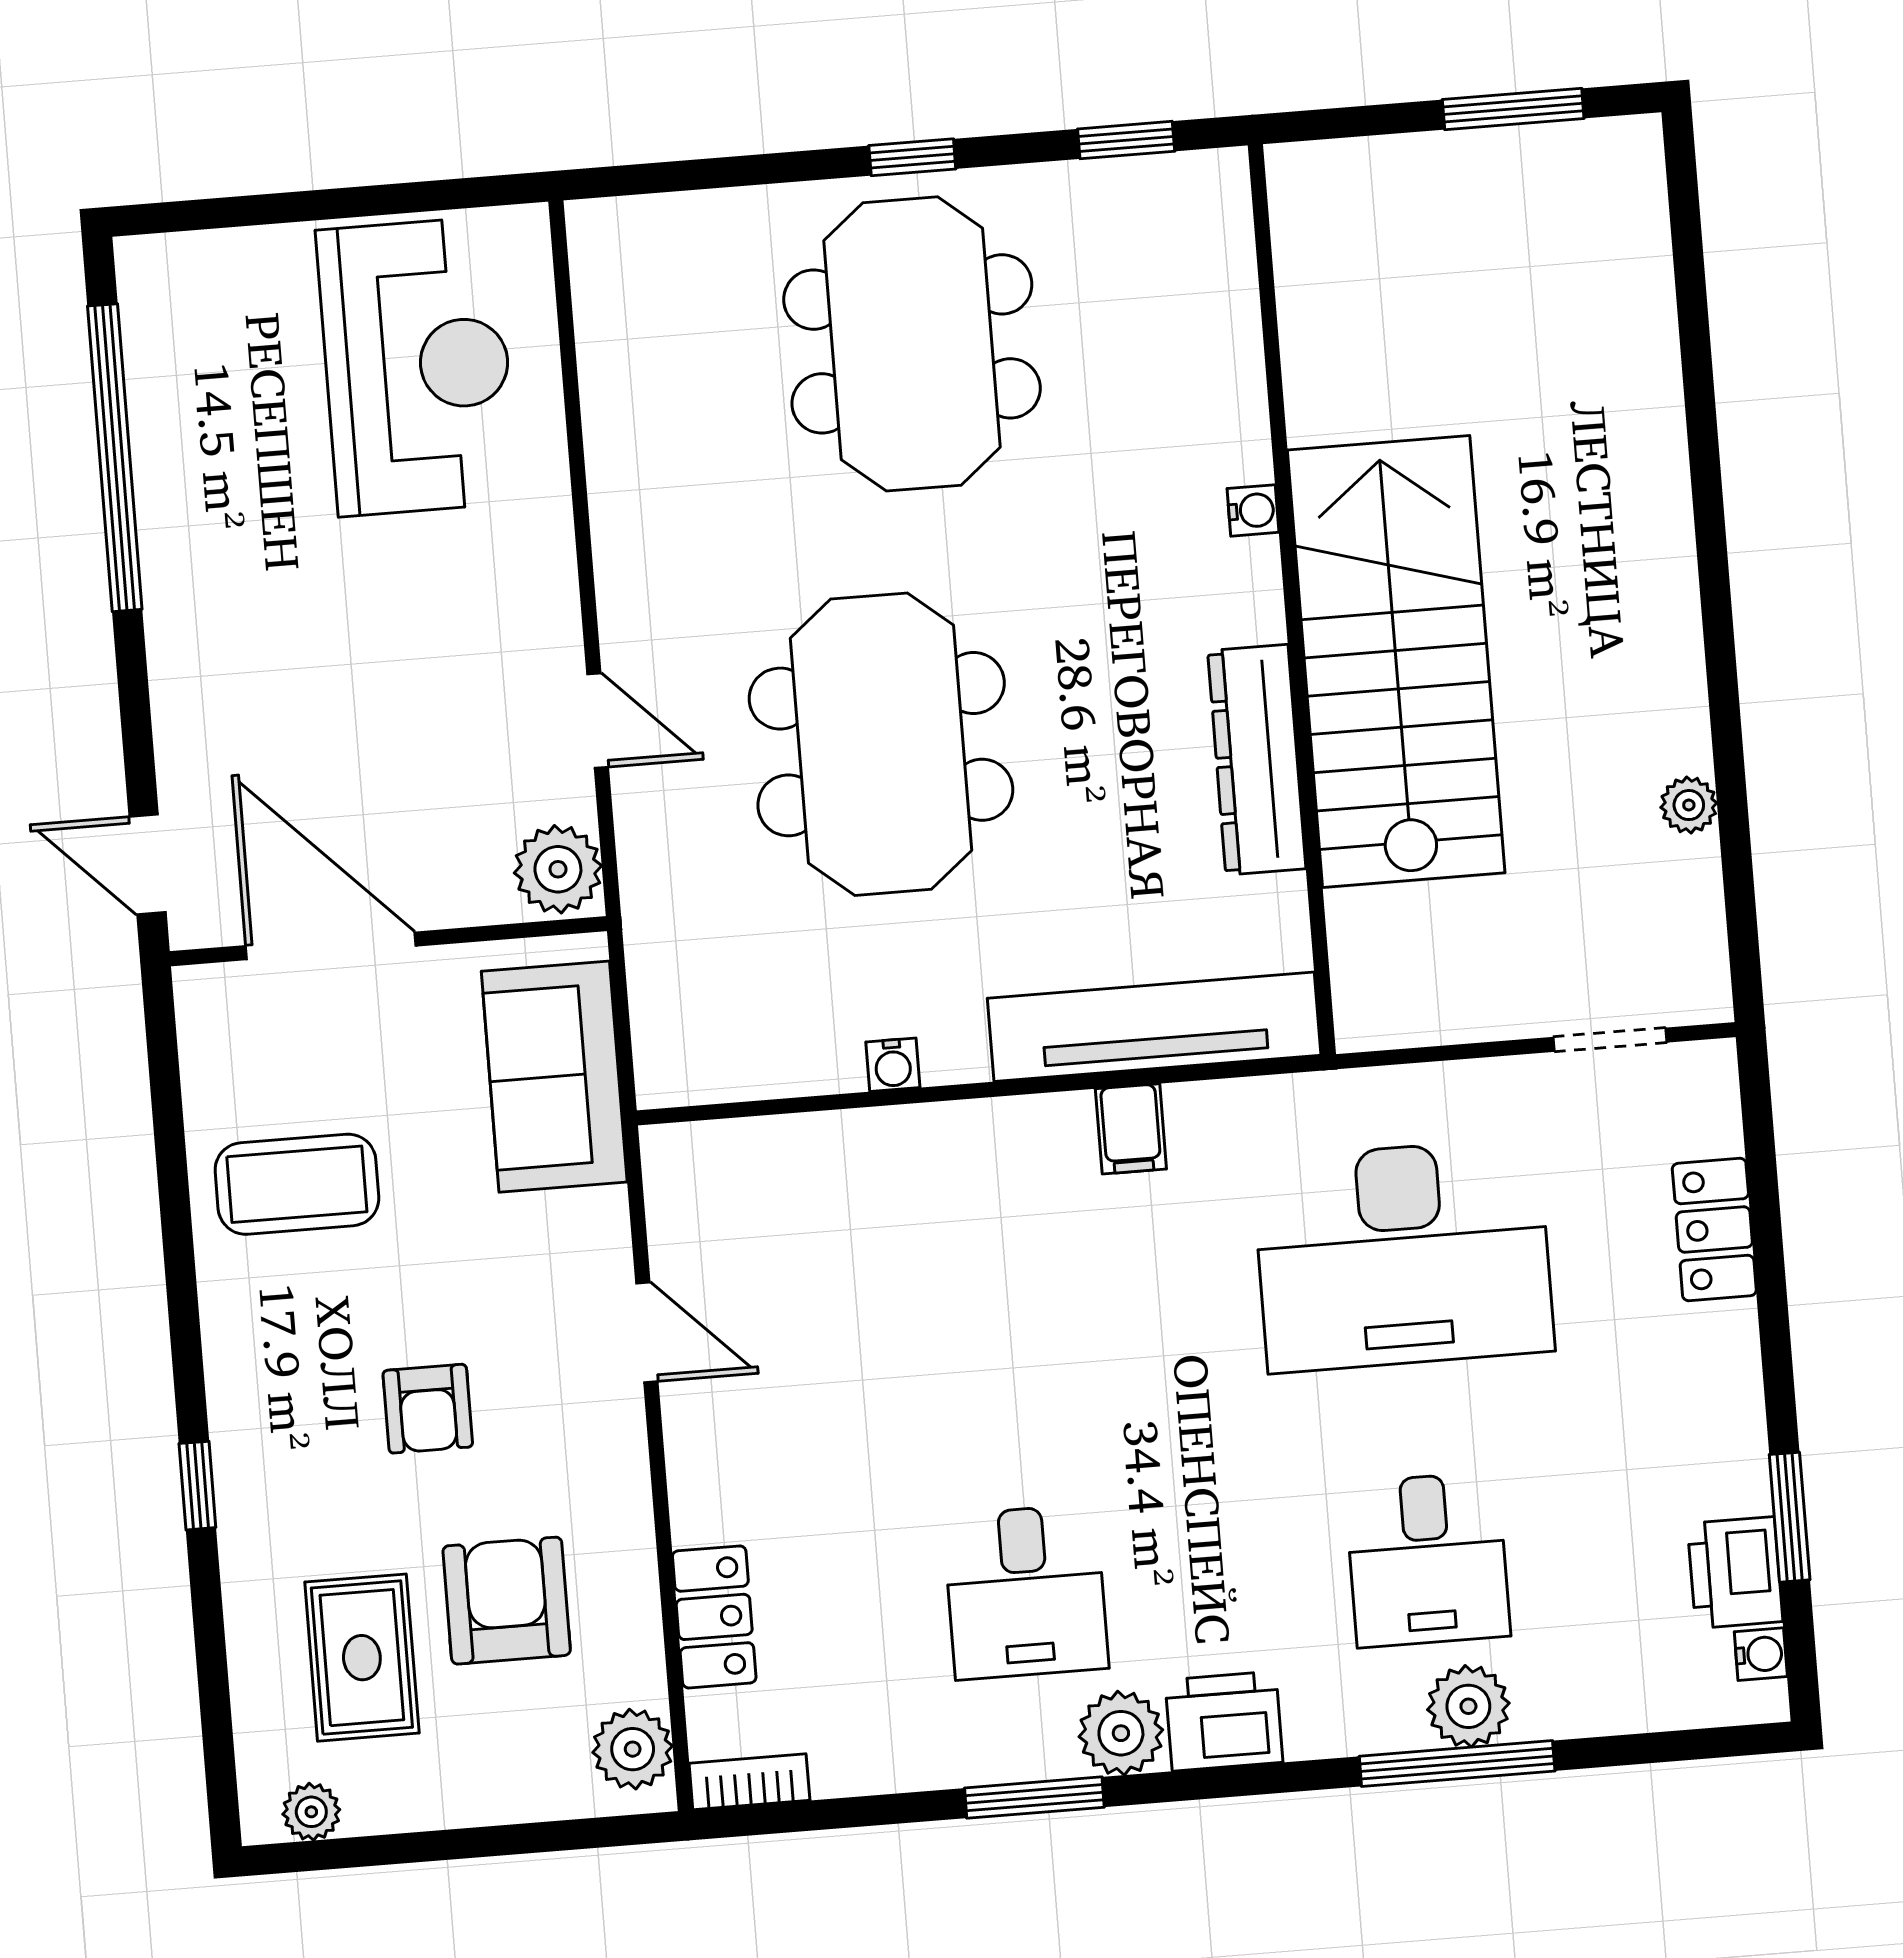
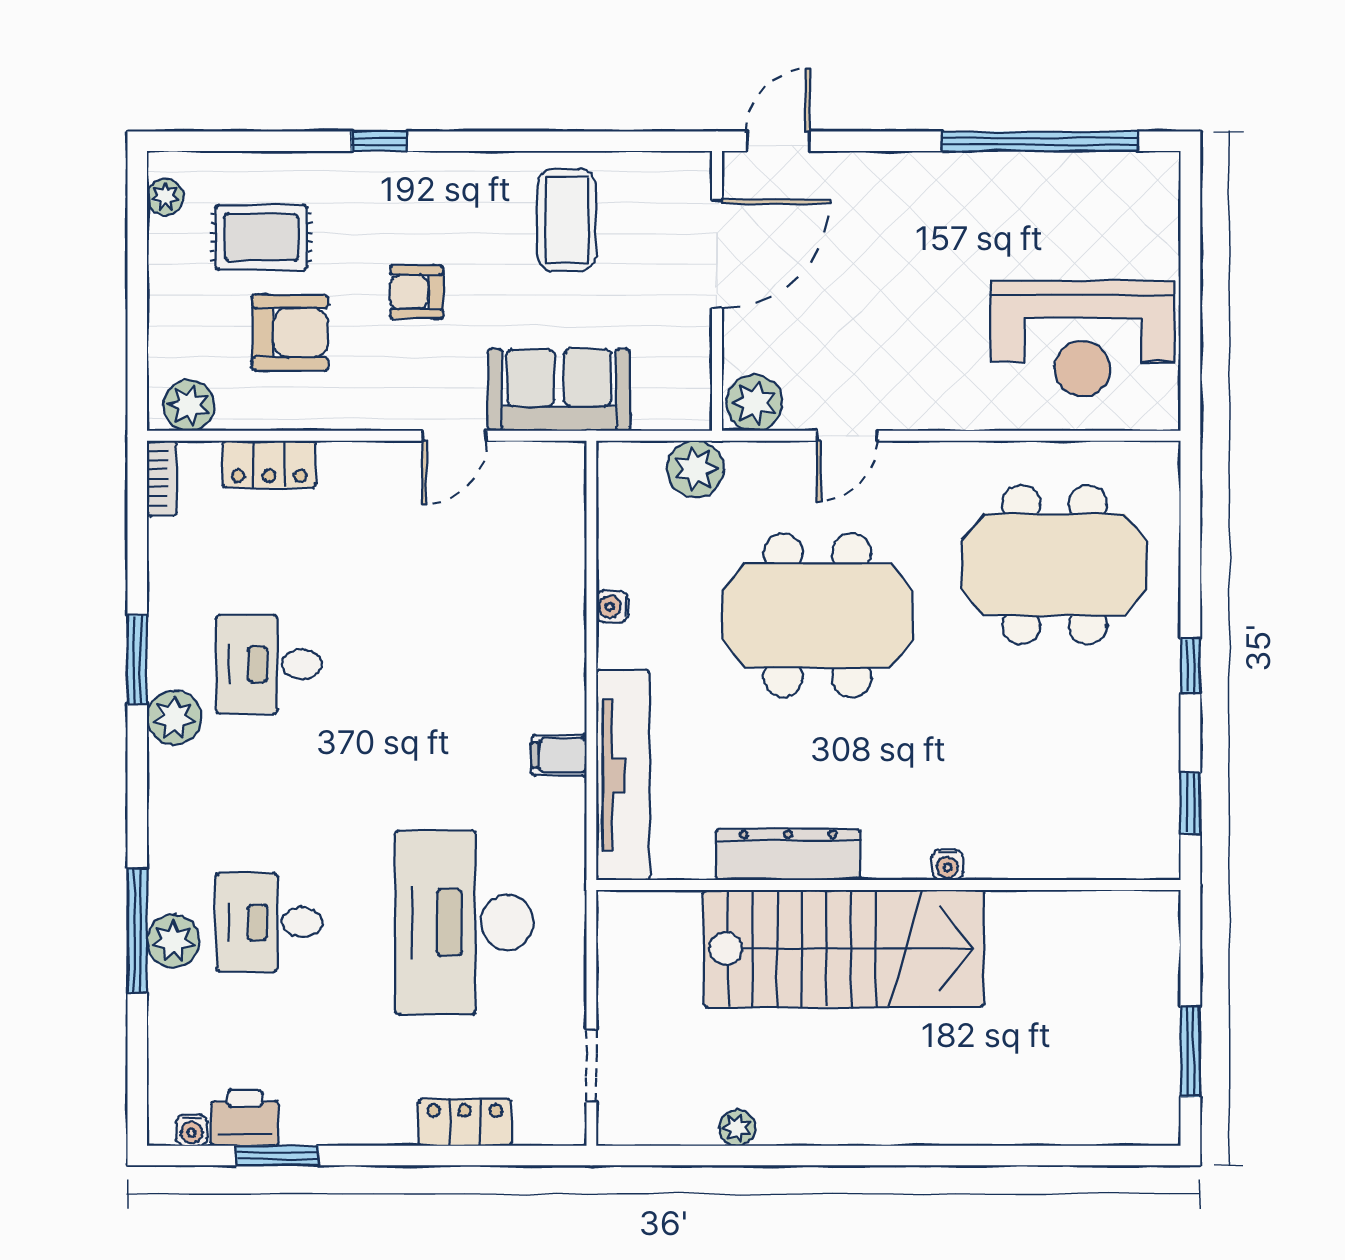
meeting table: (912, 344) -> (1054, 565), moved
plant: (668, 952) -> (695, 469), added
sofa: (554, 1077) -> (559, 390), moved
printer: (1224, 1721) -> (176, 784), removed

